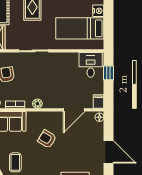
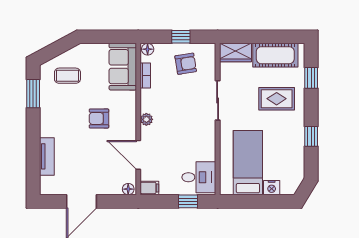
plant: (37, 104) -> (146, 119), moved
armchair: (47, 139) -> (99, 118), turned -121

